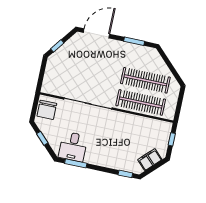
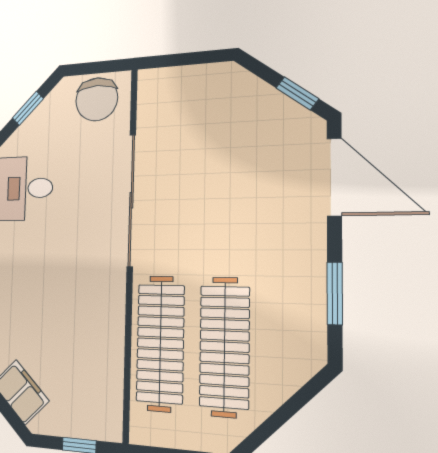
window: (57, 46) -> (297, 93), moved
chair: (47, 110) -> (97, 99), turned -90

